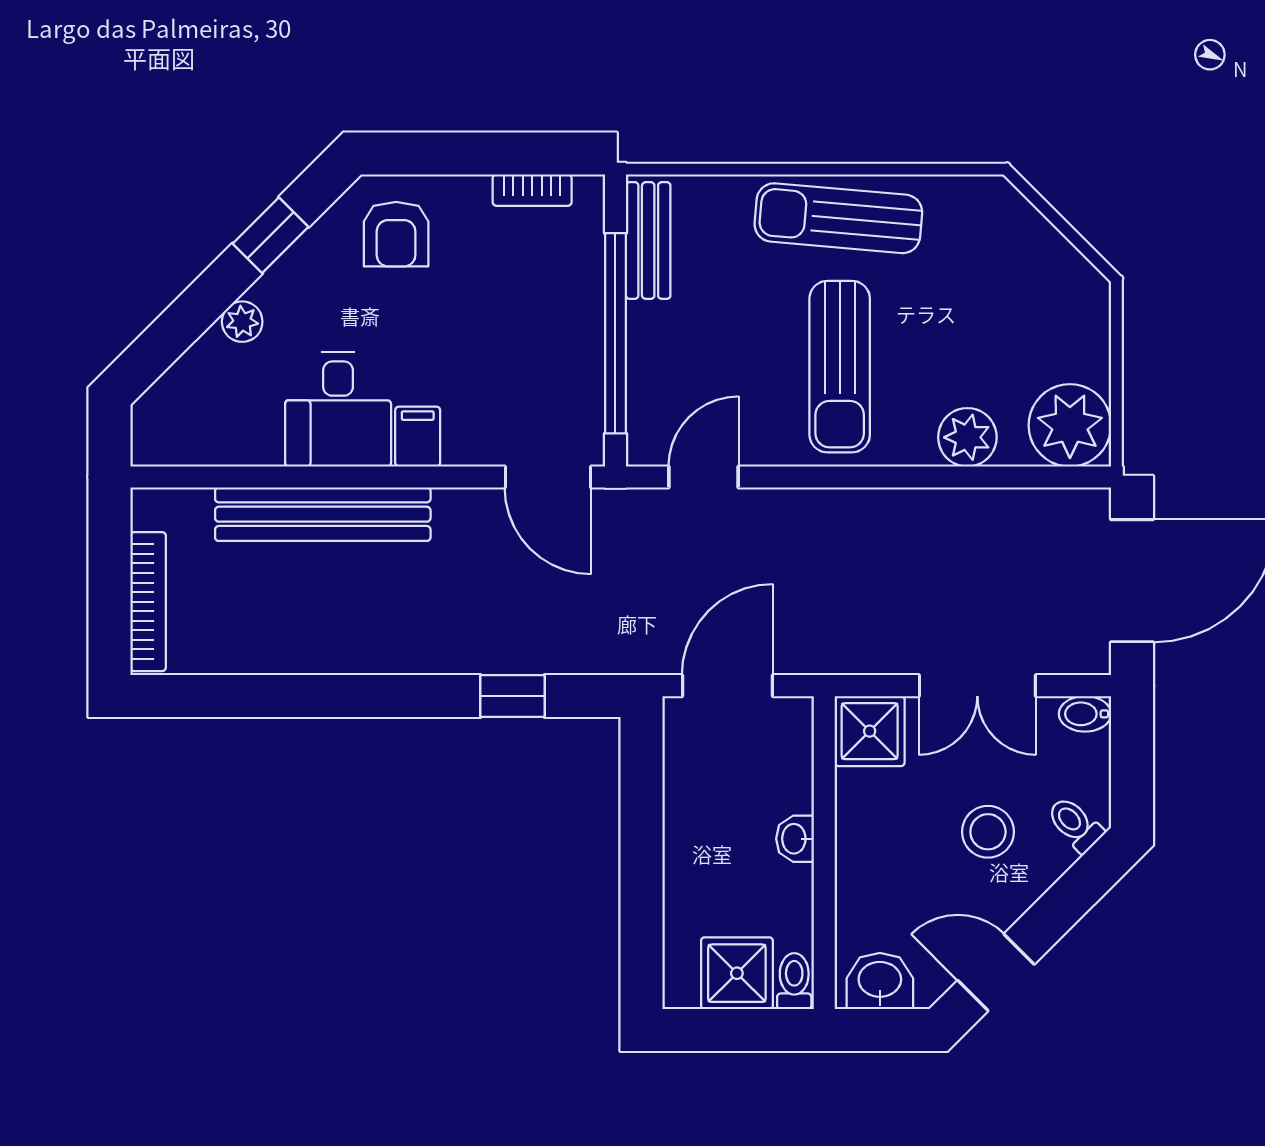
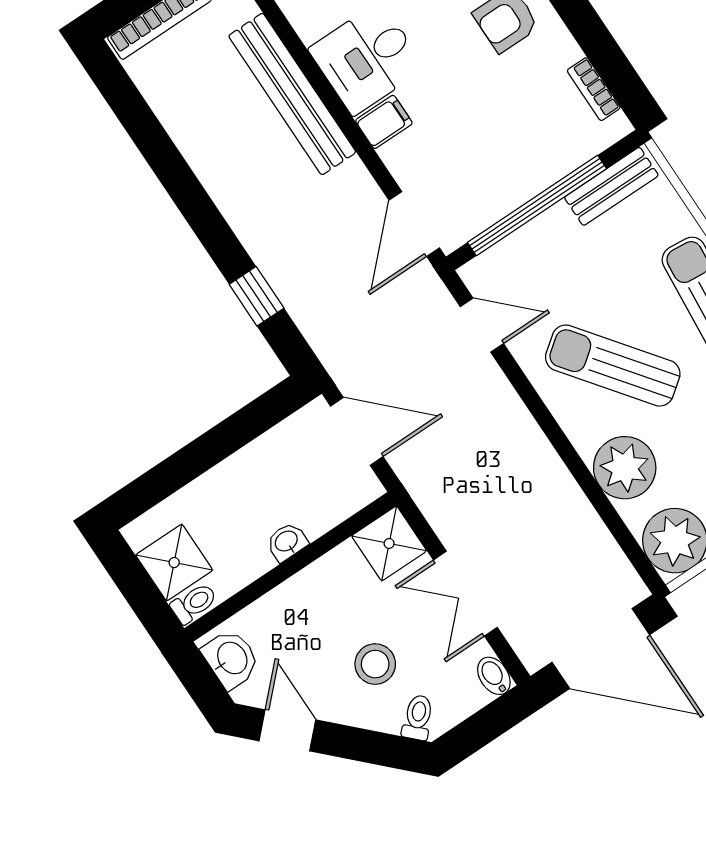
sun lounger: (840, 367) -> (613, 366), turned 53
plant: (967, 437) -> (625, 468), width x1.36, depth x1.36

